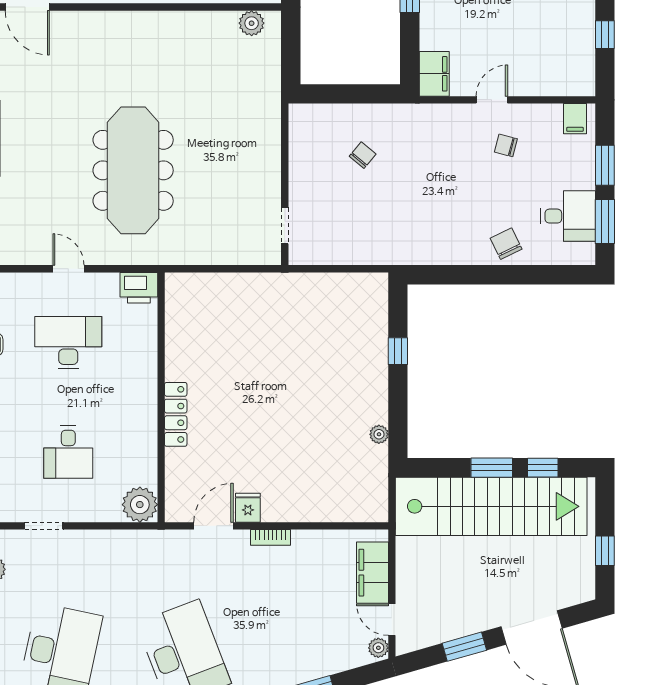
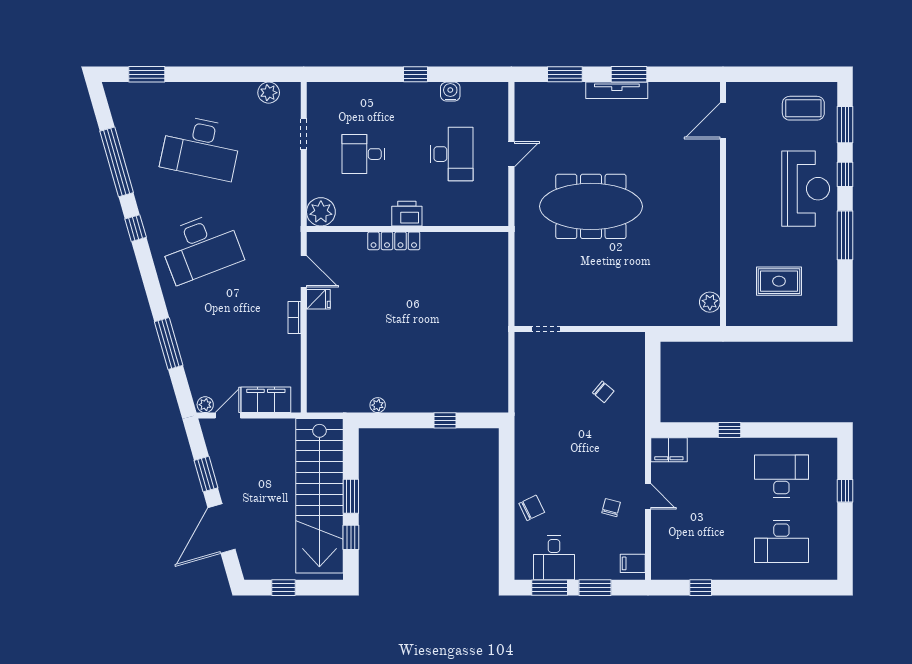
printer: (139, 288) -> (407, 214), moved, turned 90

